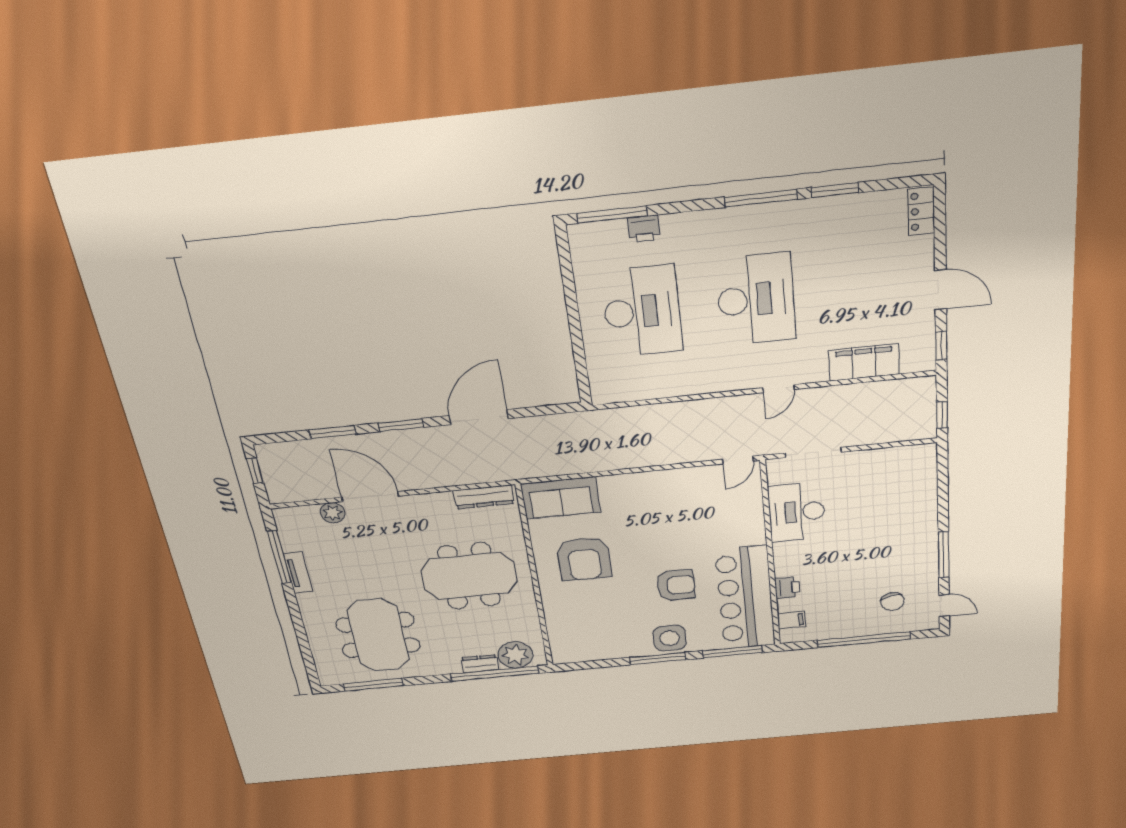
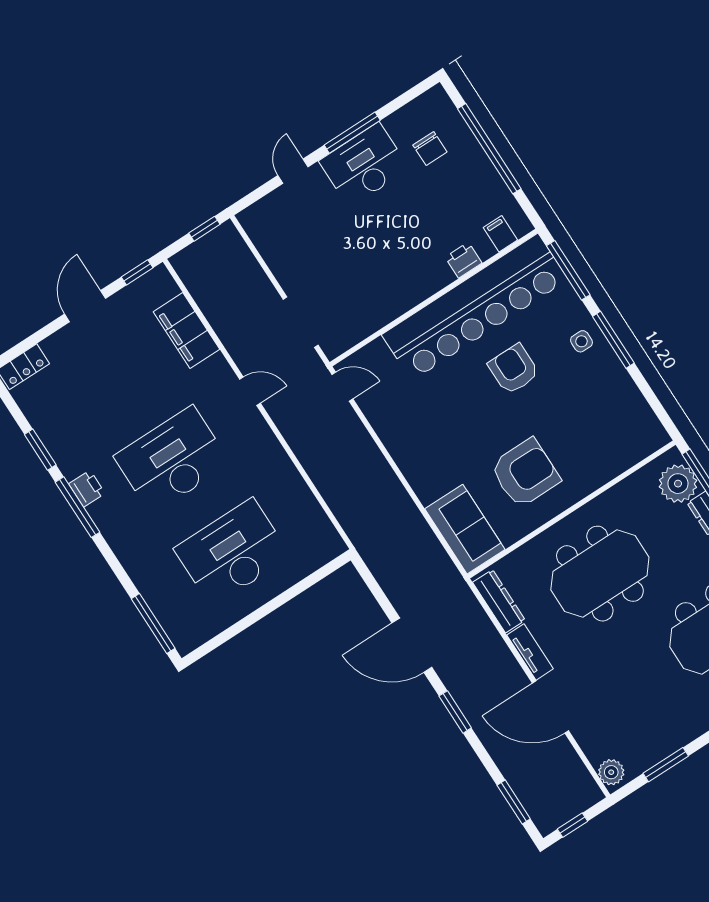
printer: (644, 229) -> (87, 489), moved
window: (333, 432) -> (514, 802), moved
door: (370, 497) -> (551, 707), hinge flipped
desk: (797, 512) -> (364, 165), moved, turned 180
plant: (332, 513) -> (611, 772), moved
window: (279, 557) -> (666, 765), width x0.69
tv unit: (298, 573) -> (530, 652), moved, turned 90
meeting table: (469, 576) -> (600, 574), turned 90
bar counter: (745, 598) -> (475, 307), width x1.36
chair: (892, 602) -> (430, 148), turned 105
door: (944, 606) -> (293, 171), moved
side table: (670, 638) -> (581, 341), width x0.54, depth x0.54

